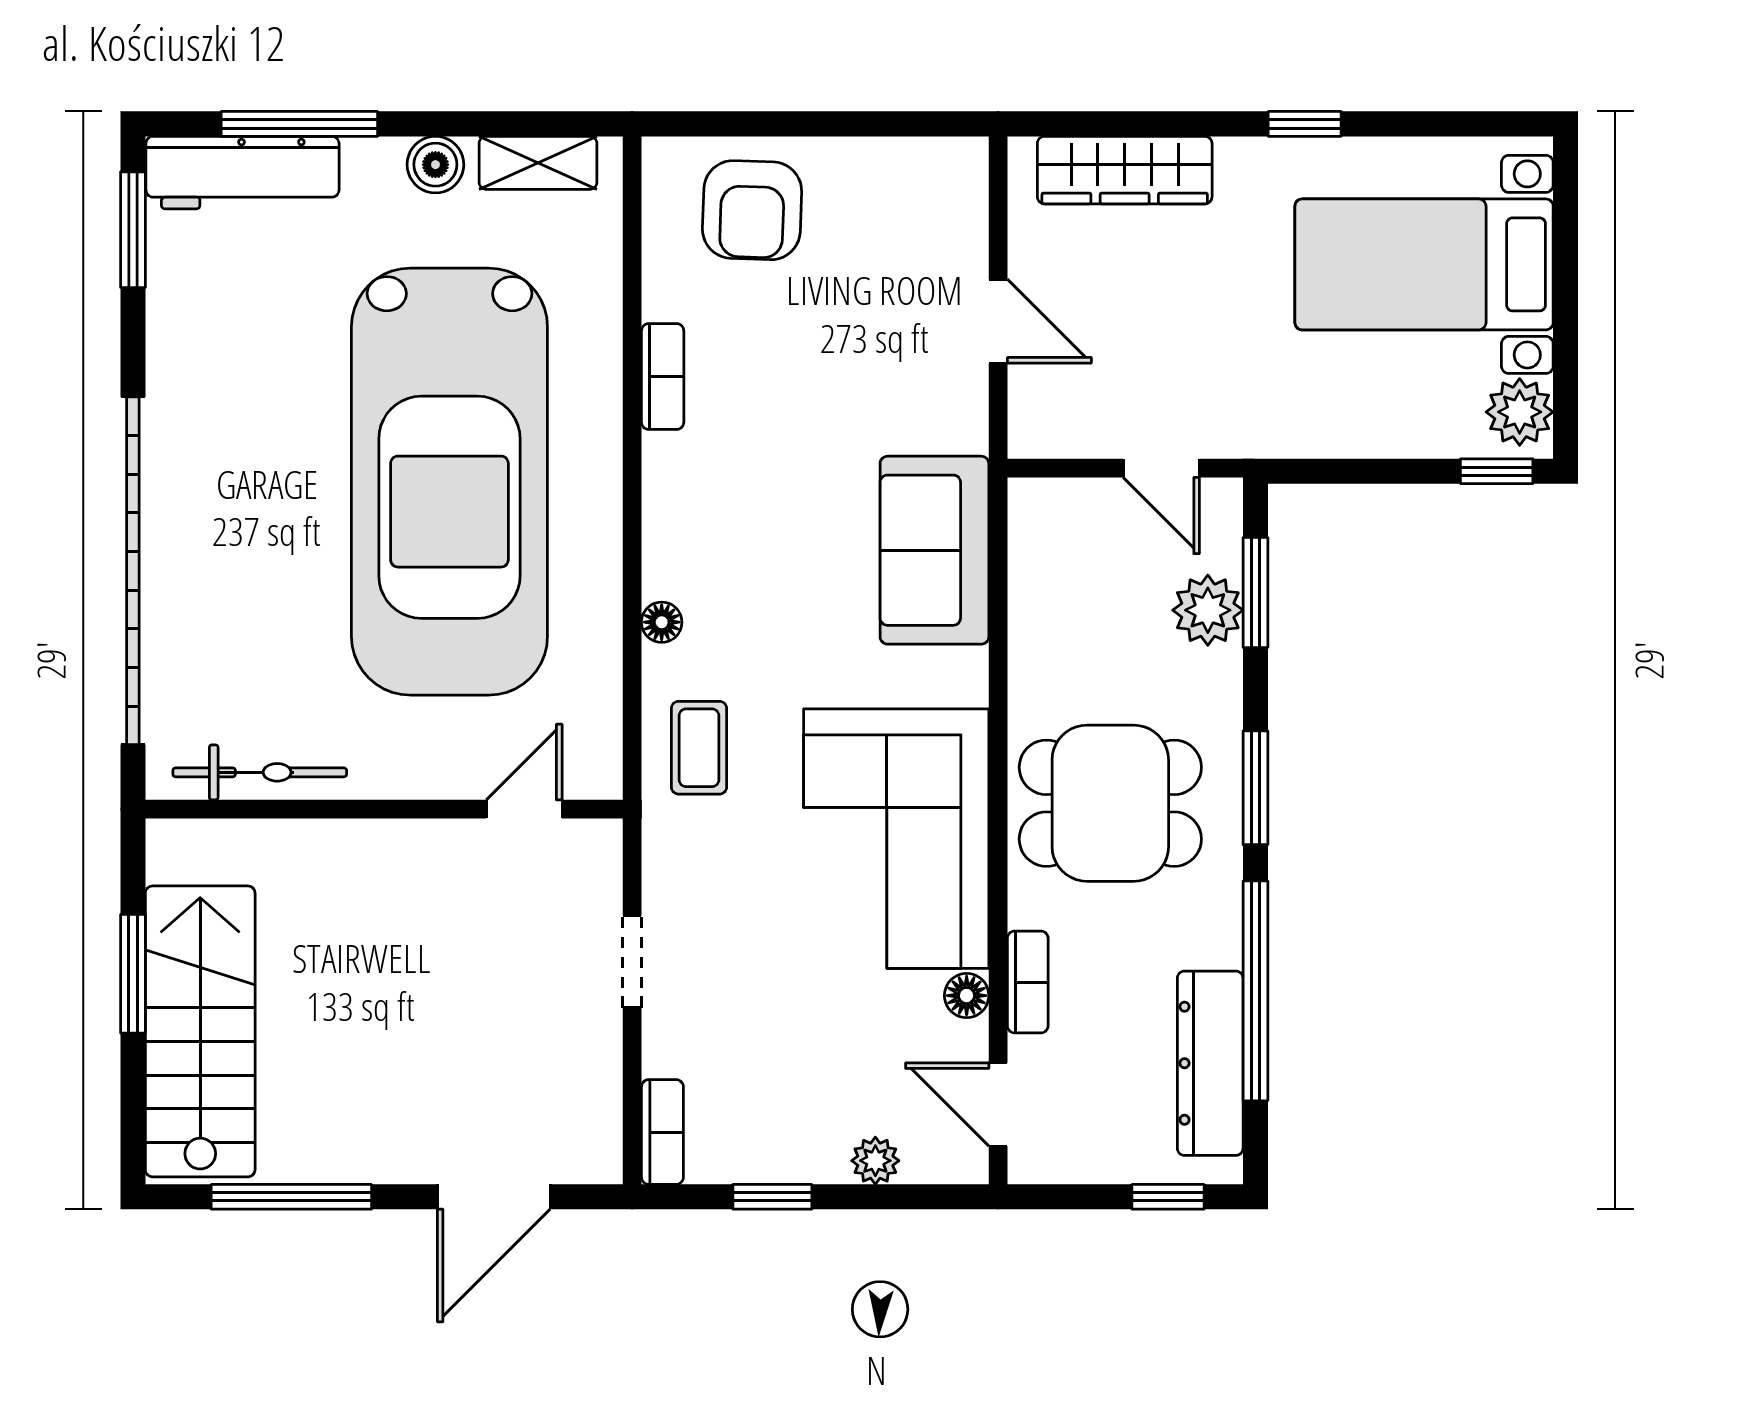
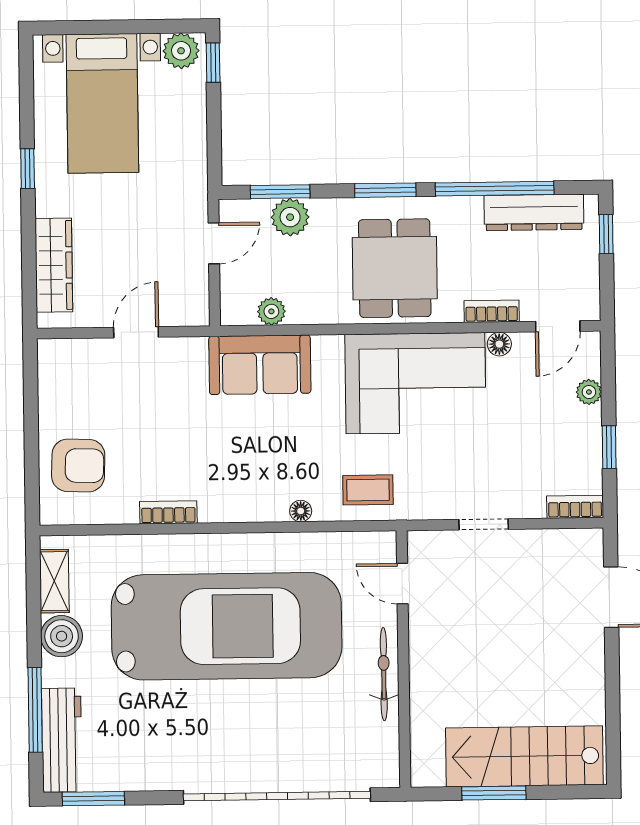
boiler: (435, 165) -> (62, 636), width x1.36, depth x1.36
plant: (1033, 573) -> (271, 311), added
bicycle: (260, 772) -> (384, 674), moved
window: (291, 1197) -> (613, 706), removed

